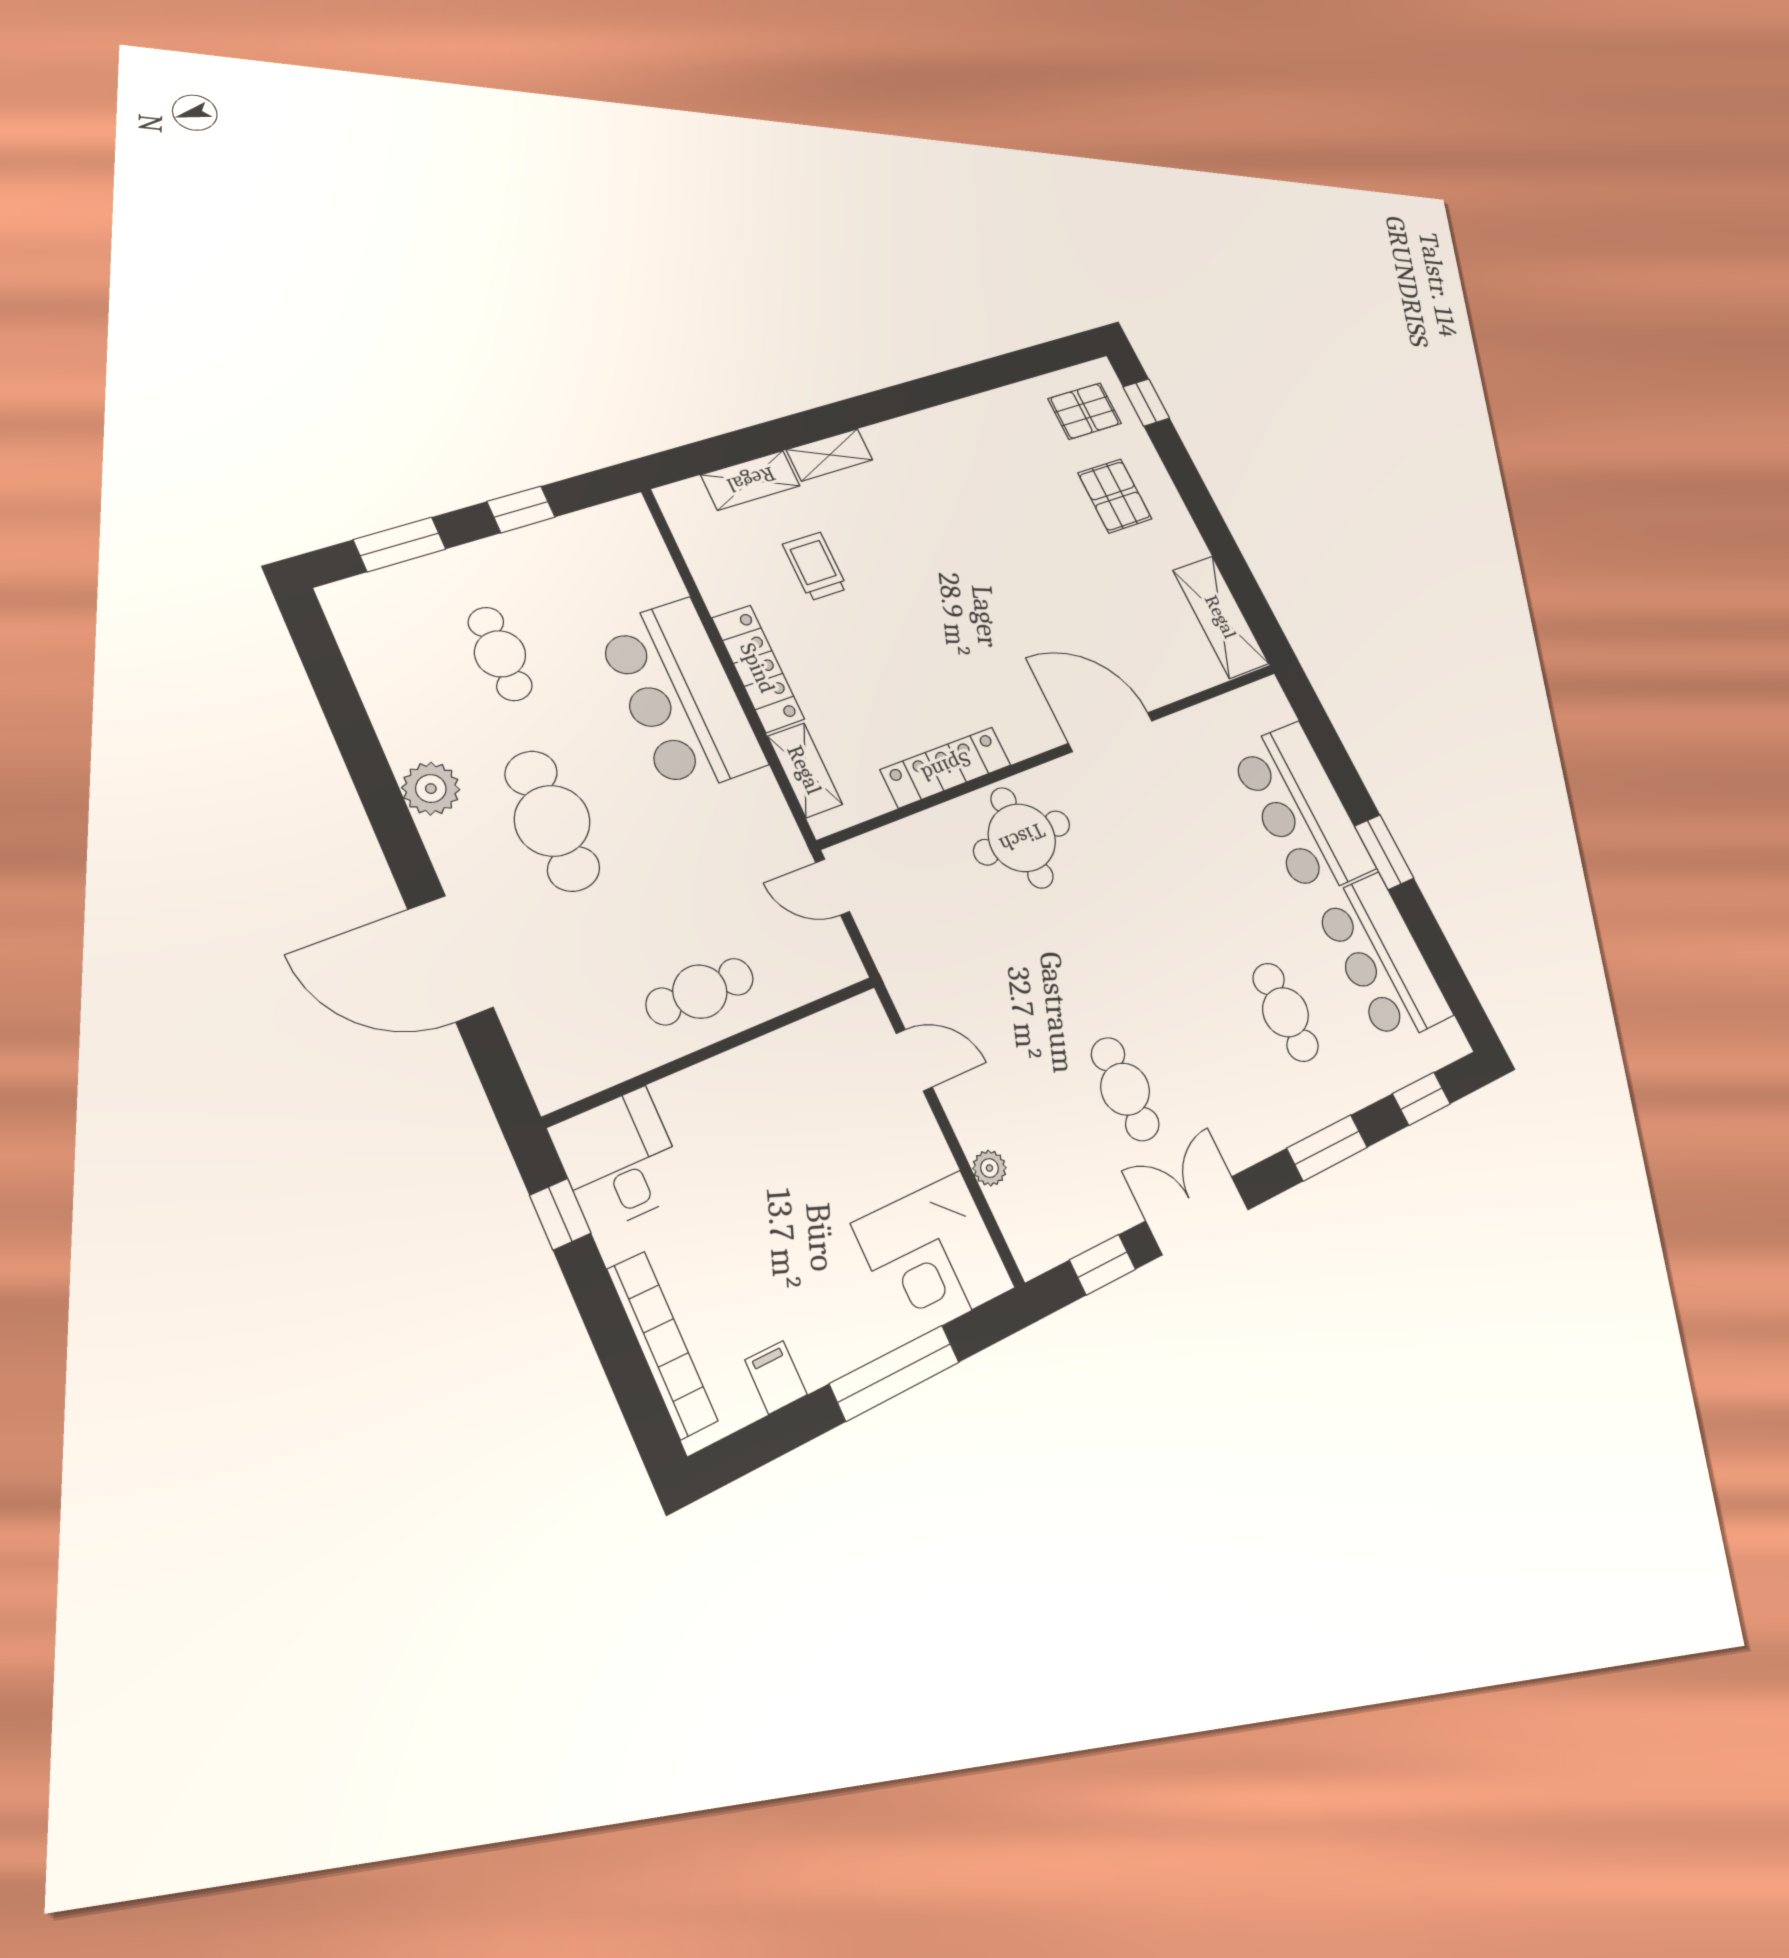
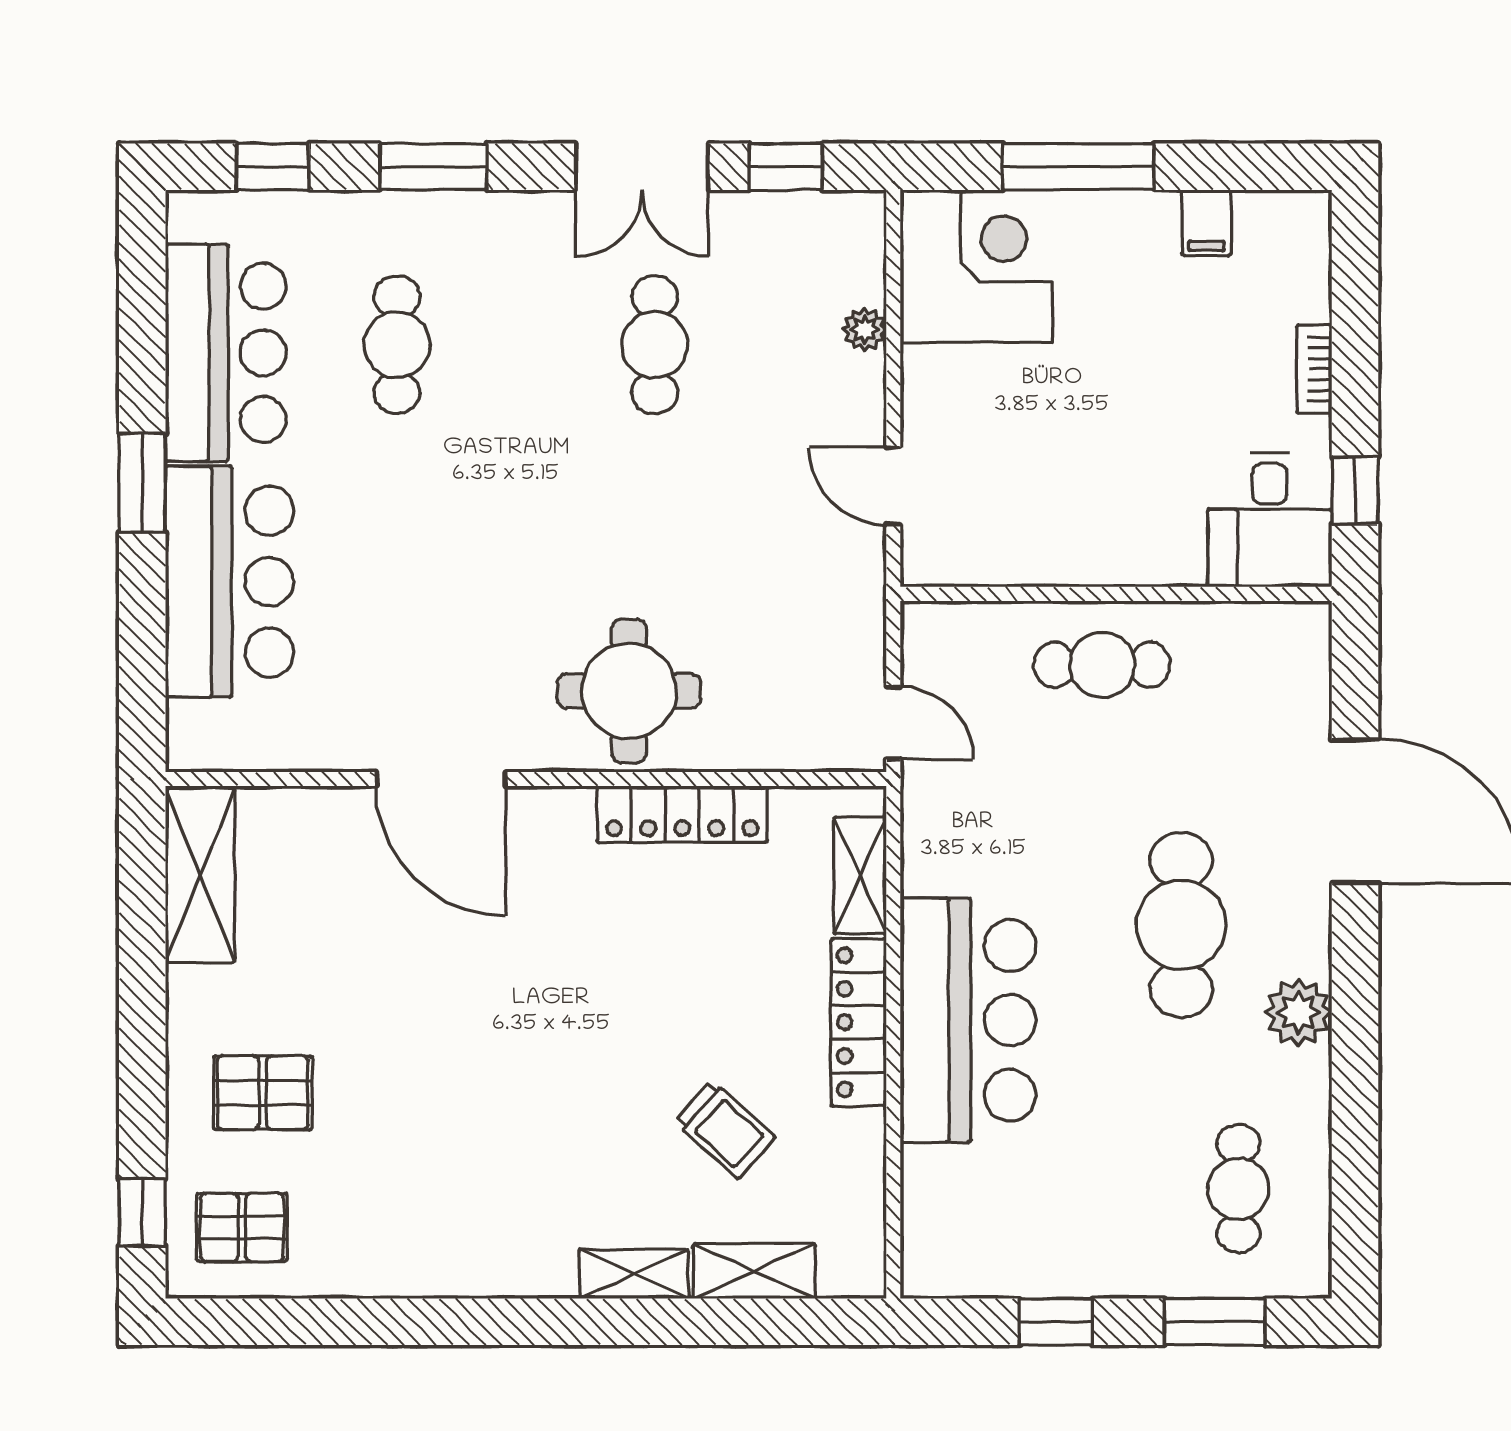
pallet: (1115, 496) -> (263, 1093), turned 90
trolley: (815, 566) -> (725, 1129), turned -48
cafe table: (500, 654) -> (1238, 1189), moved
bookcase: (662, 1345) -> (1314, 369), width x0.43, depth x0.76

